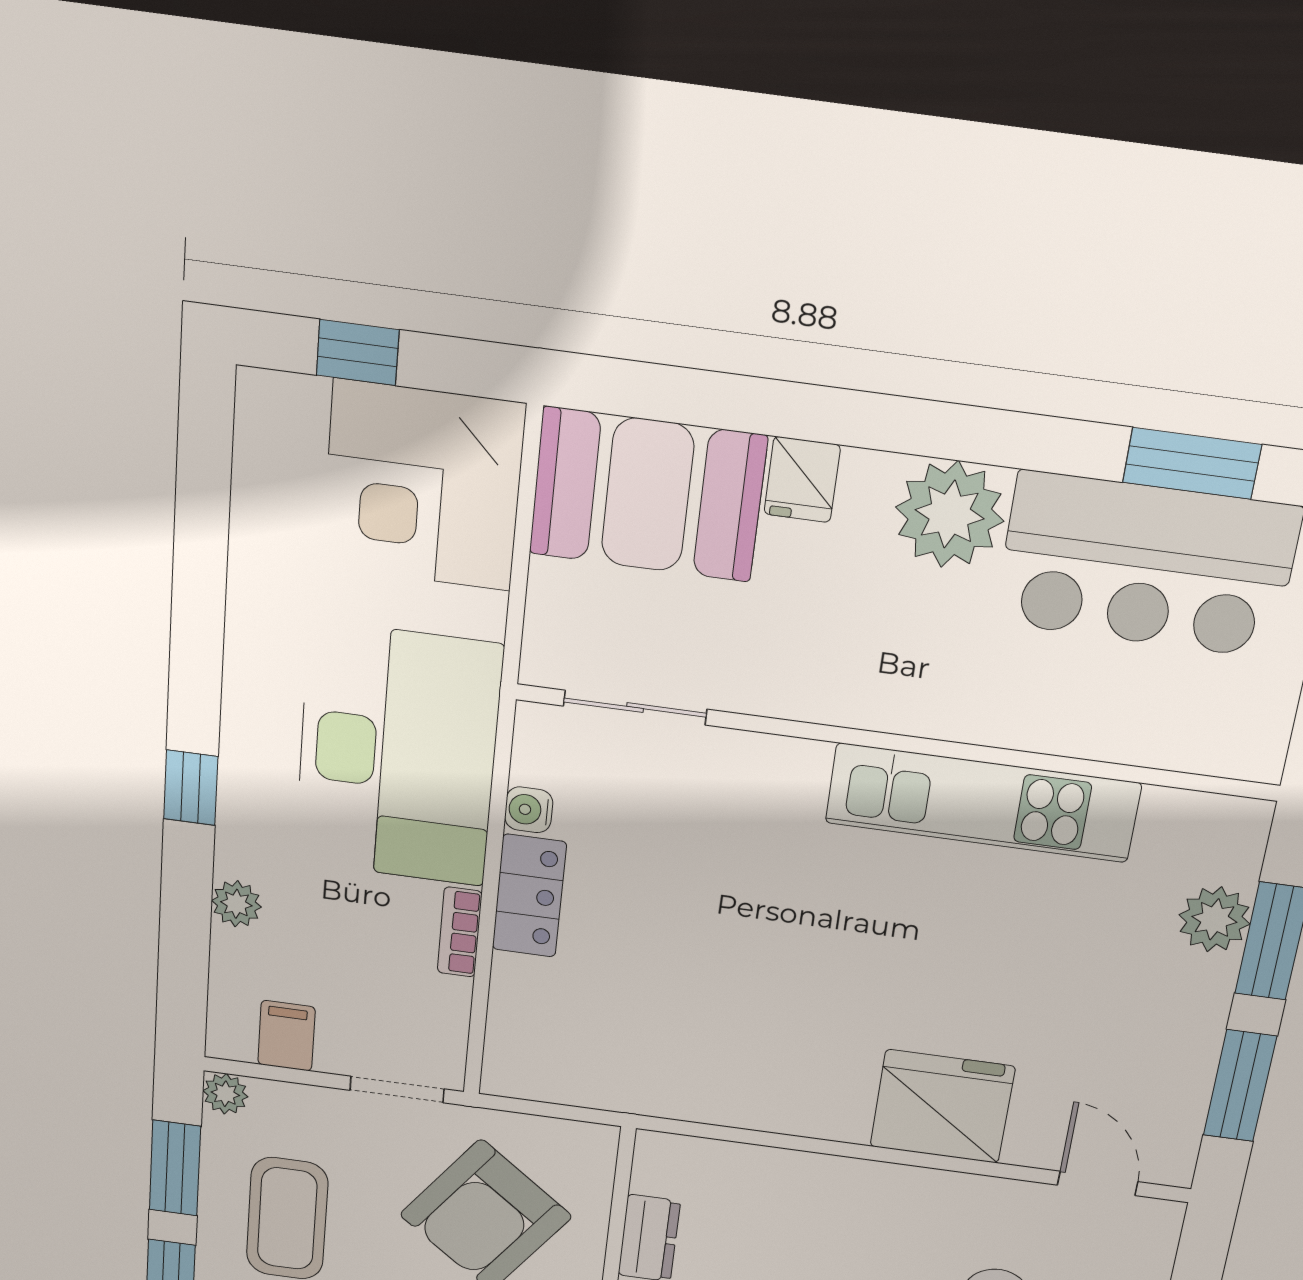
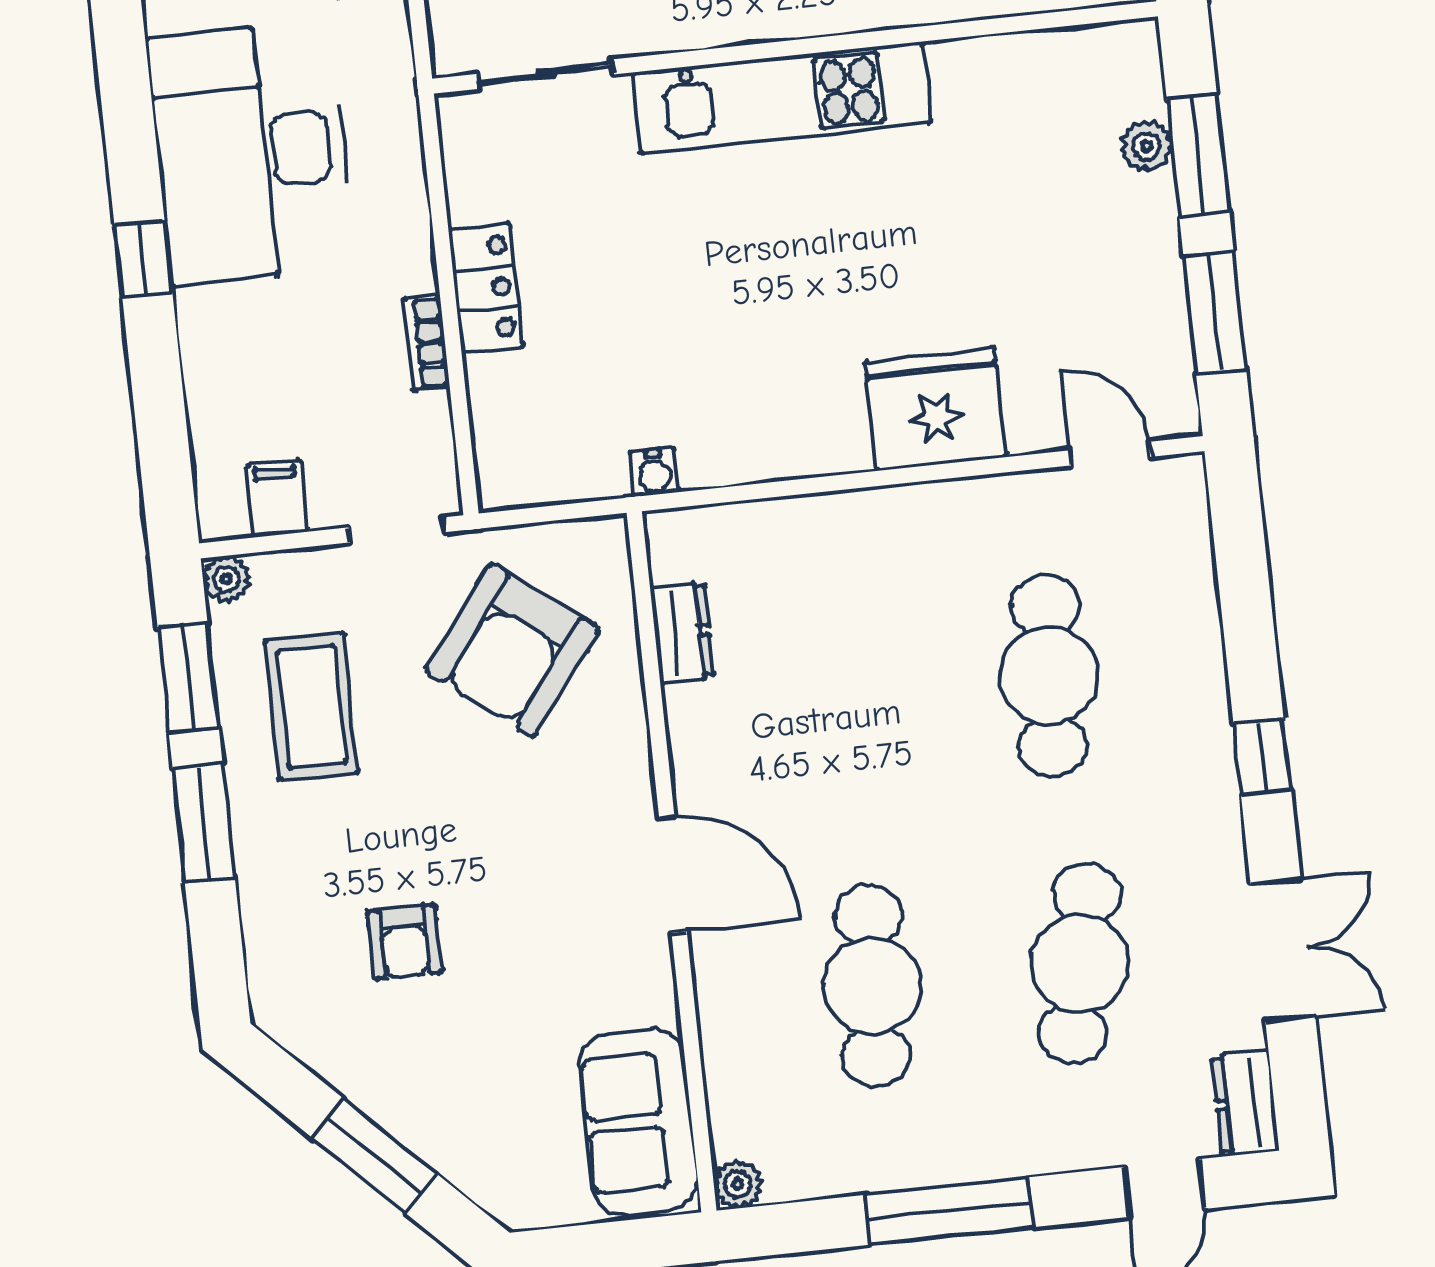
desk: (398, 755) -> (251, 153), moved, turned 180
kitchen unit: (983, 803) -> (782, 98), moved
water cooler: (529, 810) -> (654, 472), moved, turned -90
plant: (236, 904) -> (205, 368), removed
plant: (1214, 919) -> (1147, 146), width x0.73, depth x0.73

